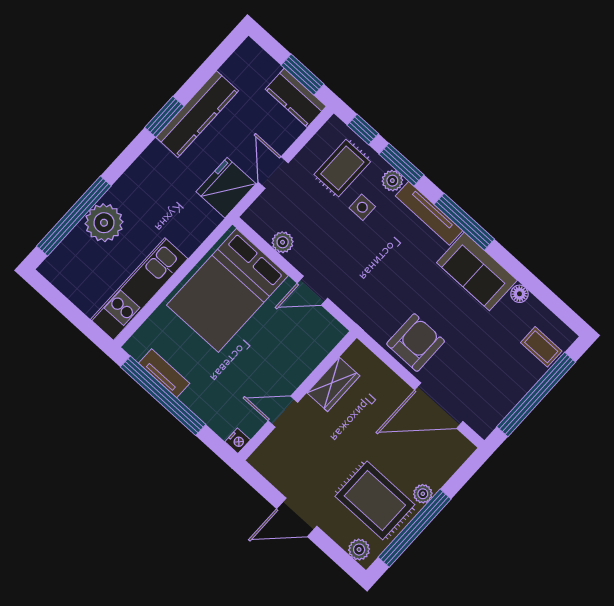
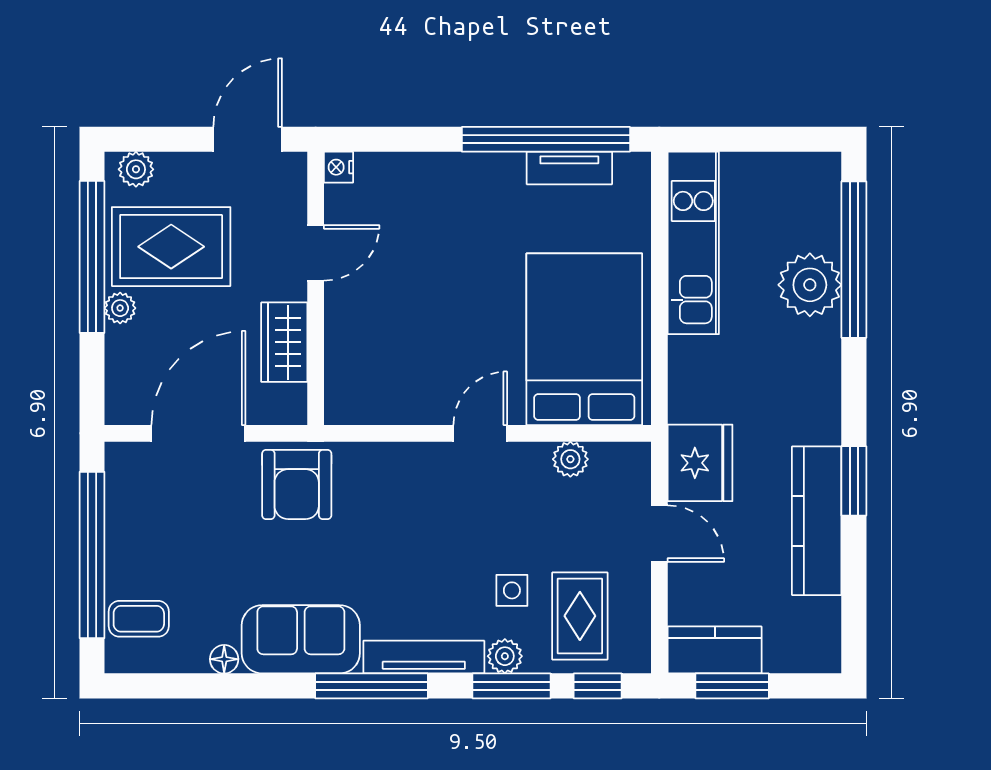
wardrobe: (333, 384) -> (284, 342), moved
wall: (297, 396) -> (316, 288), moved
door: (283, 412) -> (316, 253), moved
nightstand: (238, 441) -> (338, 167), moved

